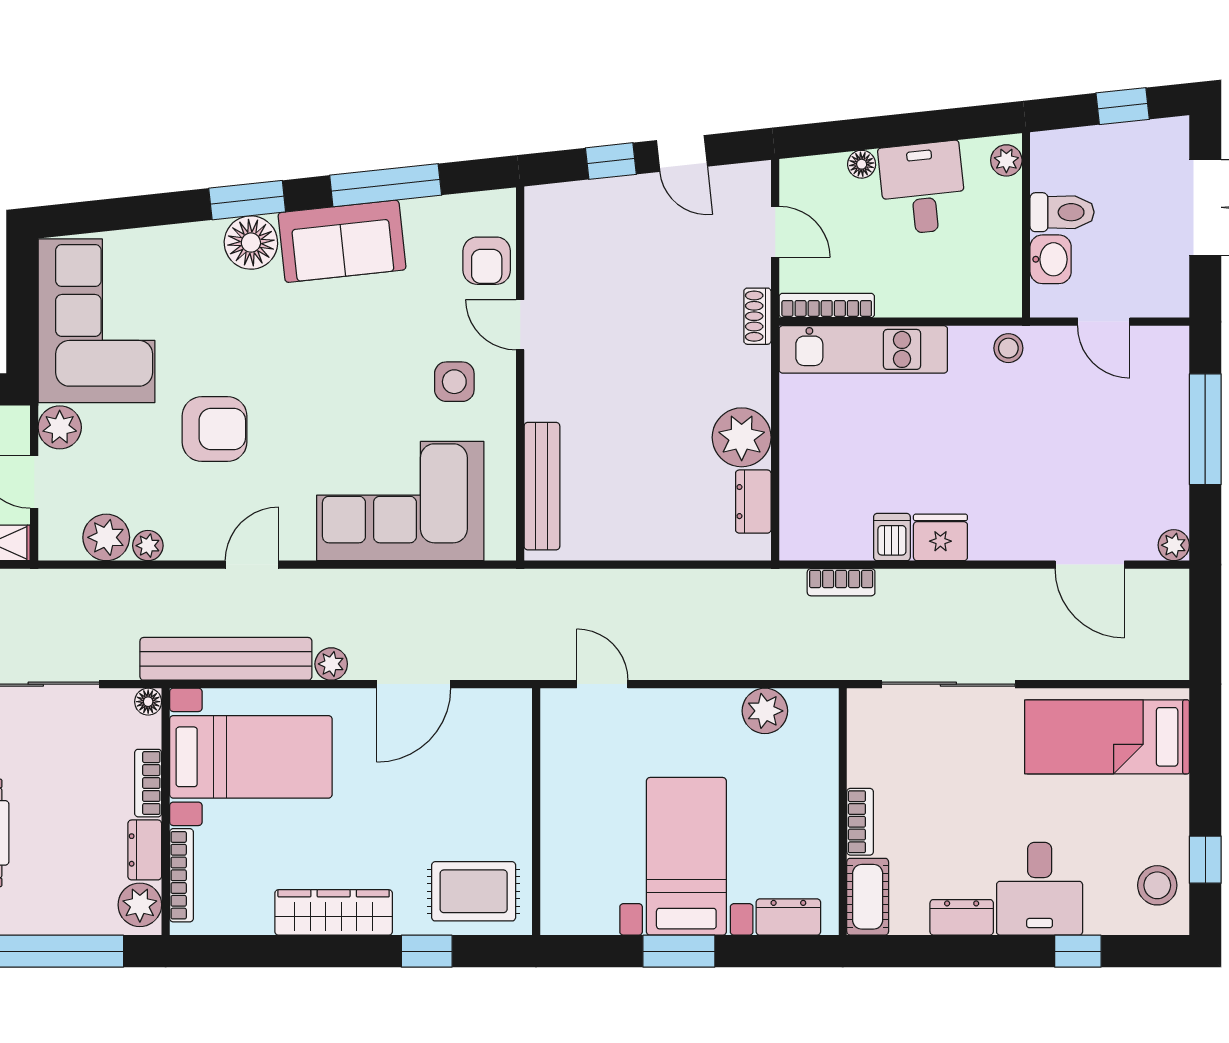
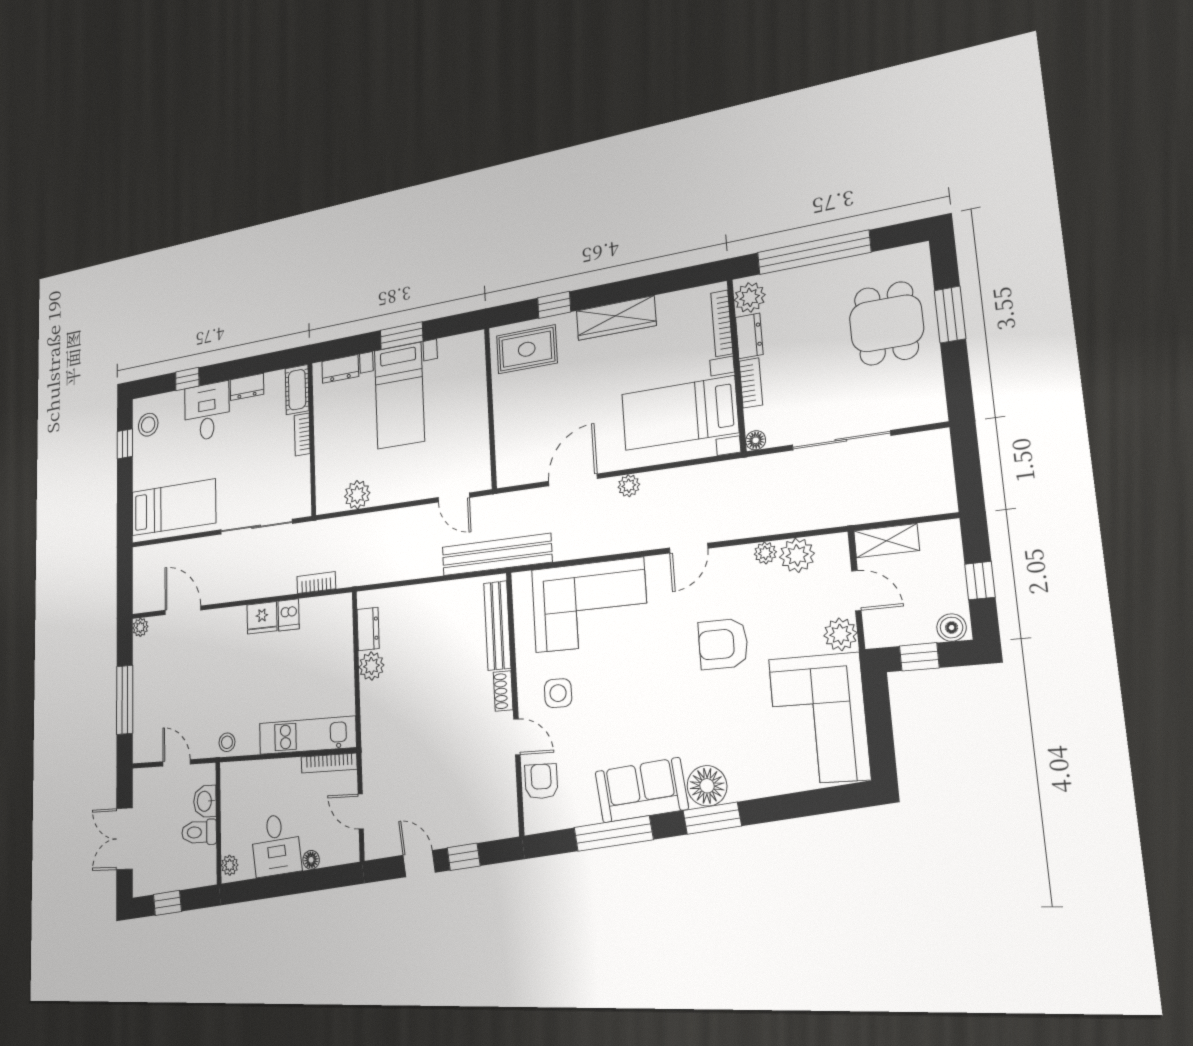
shoe rack: (757, 316) -> (503, 691), moved, turned 180
plant: (742, 437) -> (371, 666), width x0.73, depth x0.73
bench: (226, 659) -> (497, 555), moved

